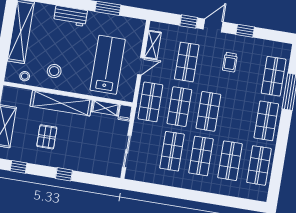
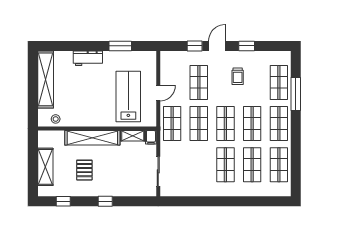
shelving: (153, 45) -> (166, 72), removed
stool: (54, 71) -> (81, 110), removed
shop shelf: (172, 151) -> (252, 124), moved

